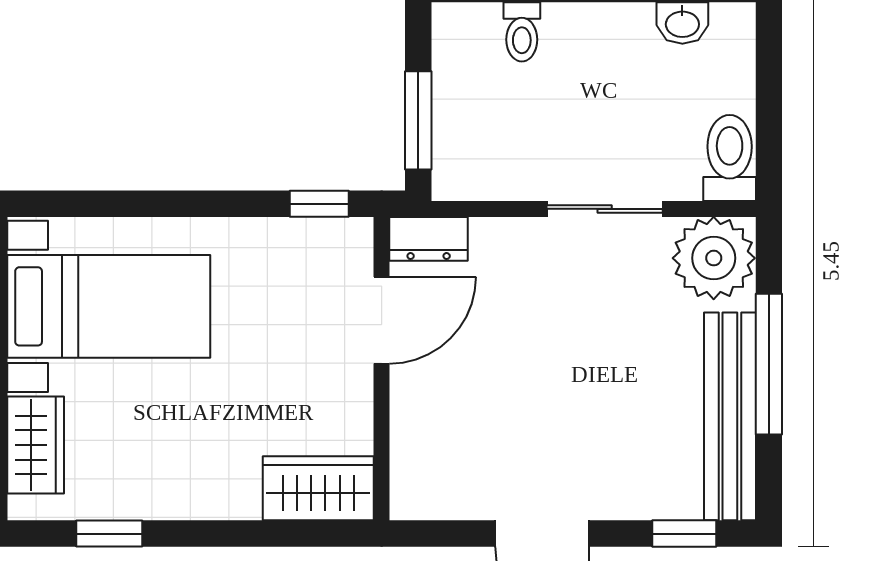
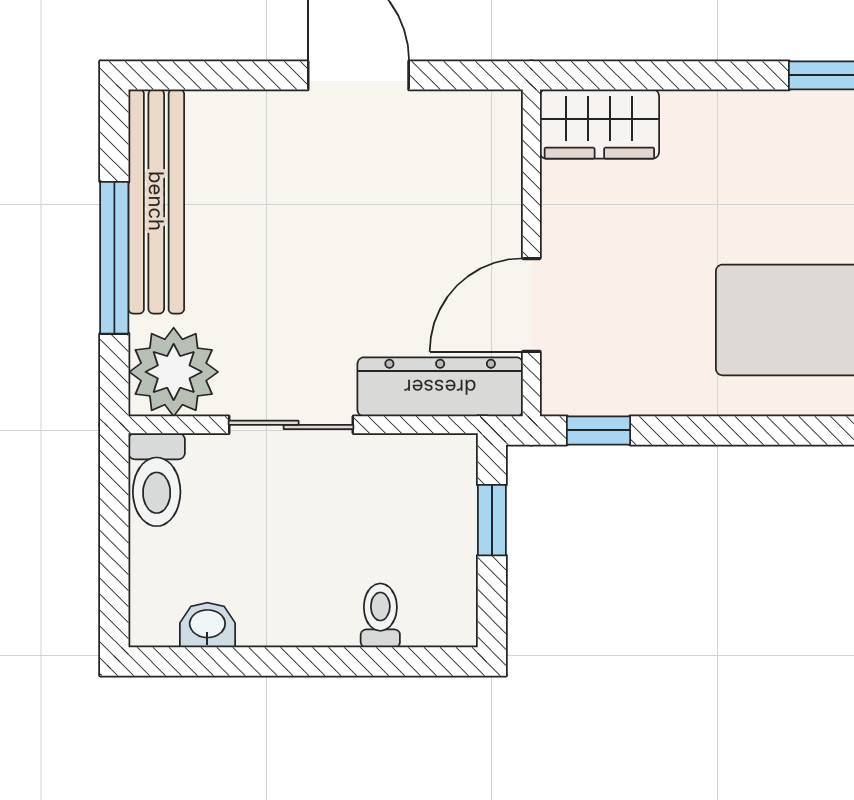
window: (418, 120) -> (492, 520), width x0.67
dresser: (429, 239) -> (440, 387), width x1.96, depth x1.24
window: (684, 534) -> (205, 75), removed

